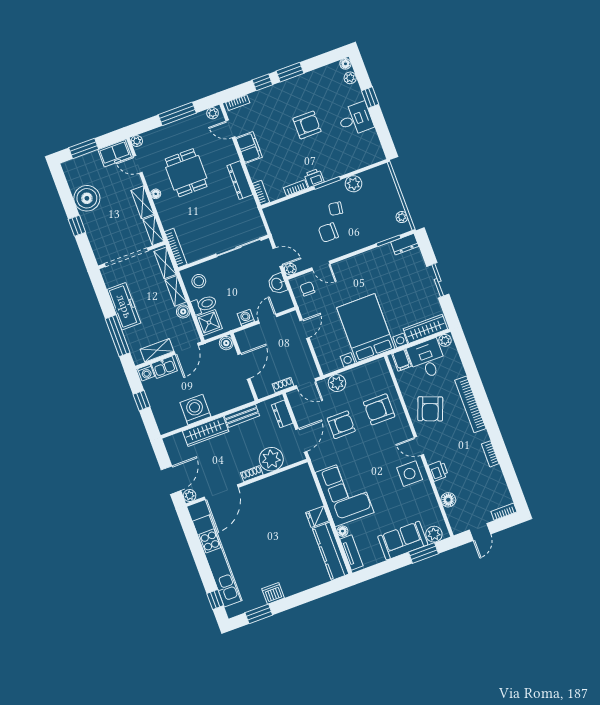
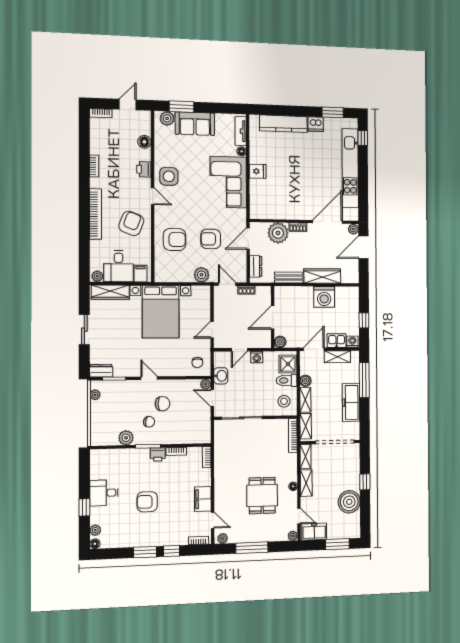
dresser: (240, 180) -> (220, 474), removed
door: (321, 266) -> (149, 378), moved
kitchen counter: (331, 551) -> (283, 124), moved, turned 90

